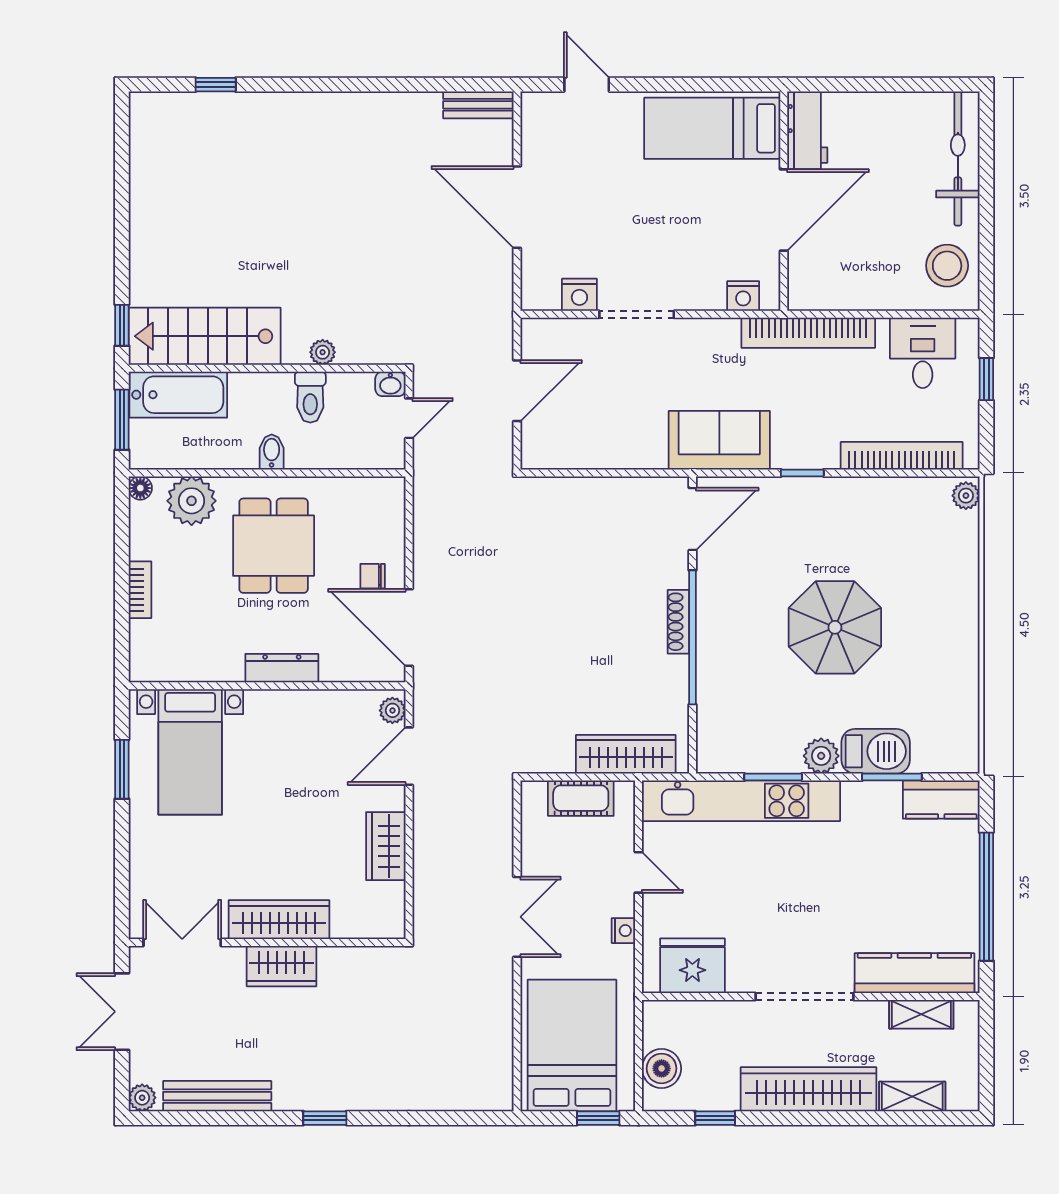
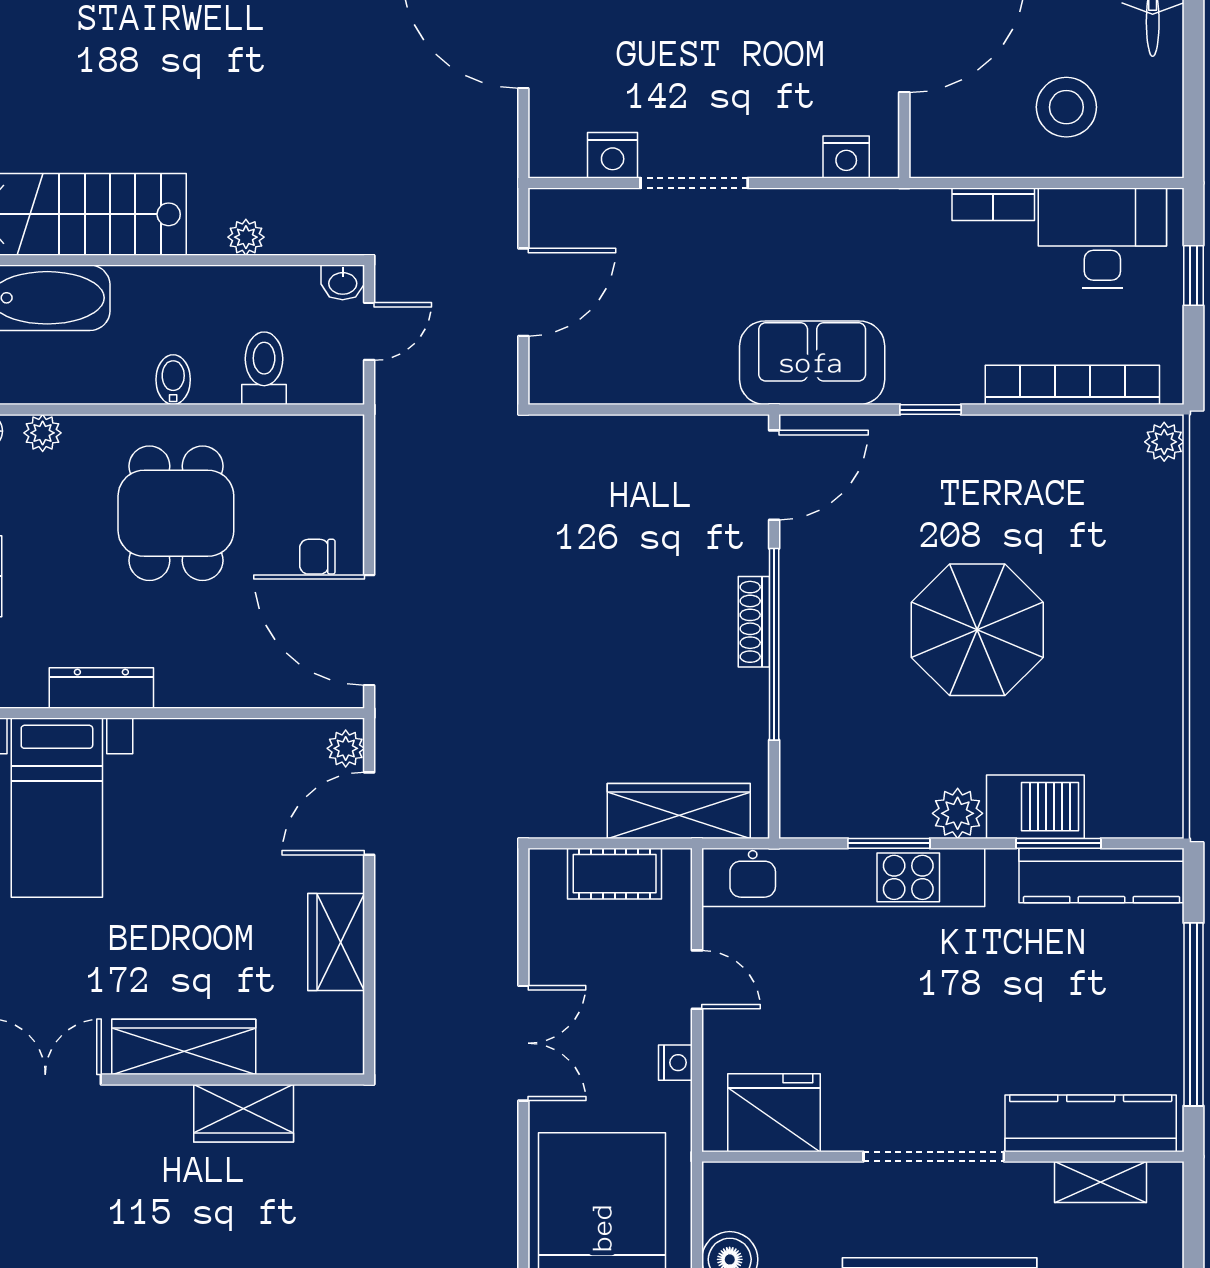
stool: (947, 266) -> (1066, 107), moved
bookcase: (808, 333) -> (993, 204), width x0.43, depth x0.76
desk: (923, 353) -> (1102, 238), width x1.37
toilet: (310, 397) -> (264, 368), moved, turned 180
plant: (192, 501) -> (43, 433), width x0.53, depth x0.53
dresser: (282, 668) -> (101, 688), moved
kitchen counter: (941, 800) -> (1102, 876), width x1.50
wardrobe: (282, 966) -> (244, 1113), moved

